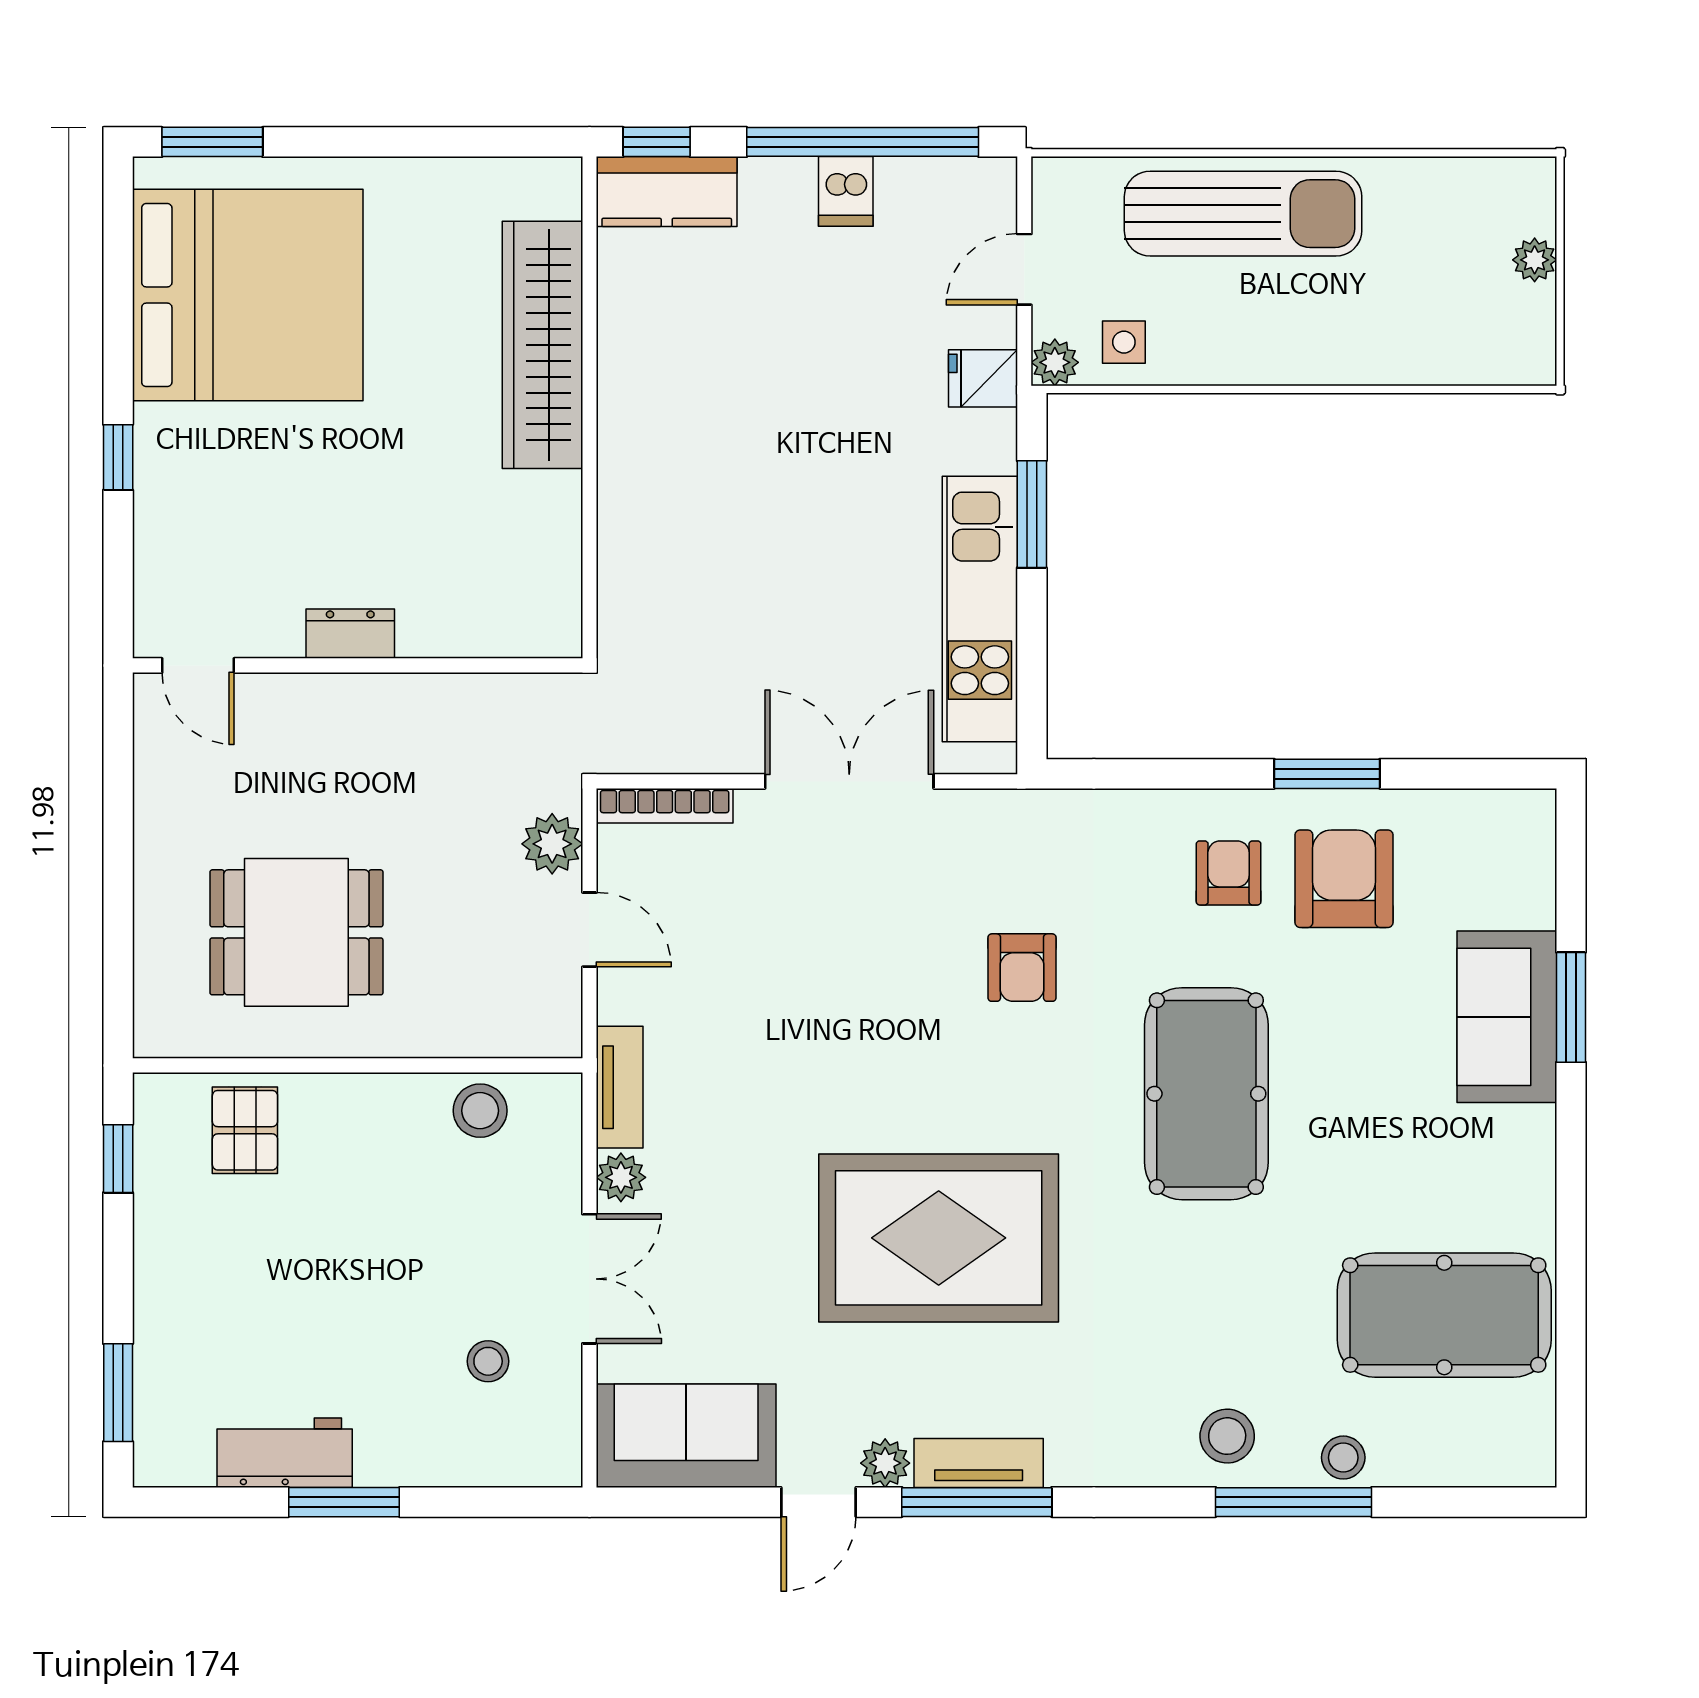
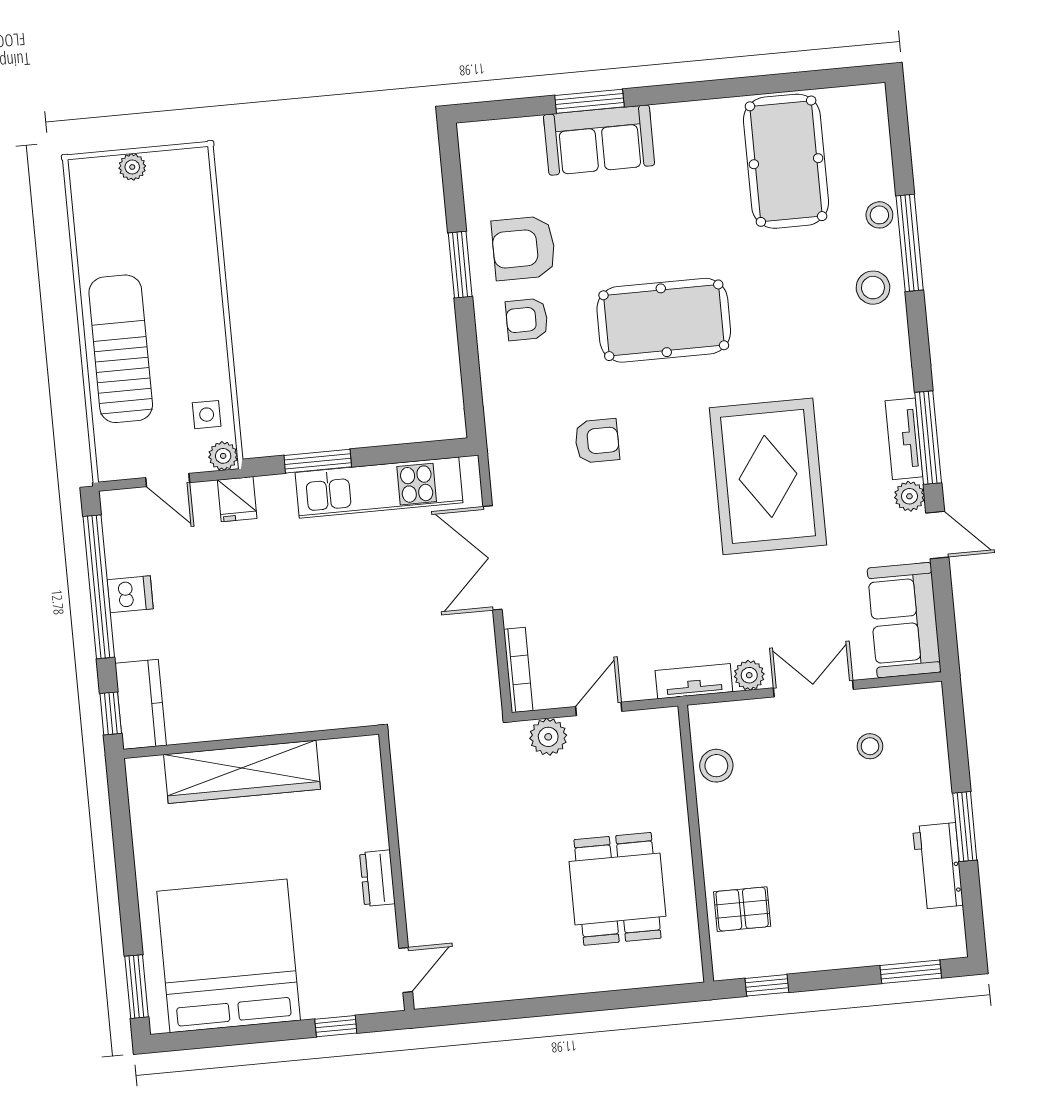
dresser: (350, 634) -> (377, 878), moved
door: (198, 665) -> (406, 970), moved
wall: (358, 665) -> (396, 872), moved

